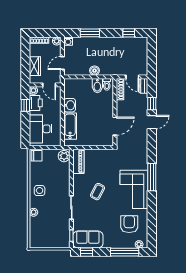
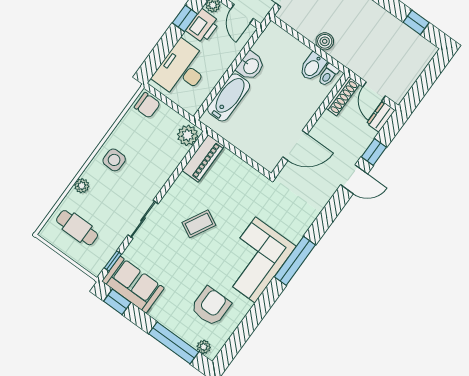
cafe table: (45, 232) -> (77, 228), added

